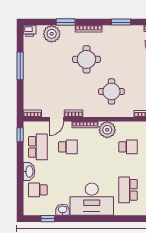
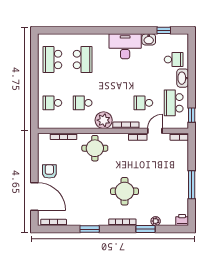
plant: (52, 34) -> (156, 221), width x0.53, depth x0.53
round table: (111, 91) -> (95, 148), moved
desk: (92, 199) -> (125, 46), width x0.73, depth x0.77

